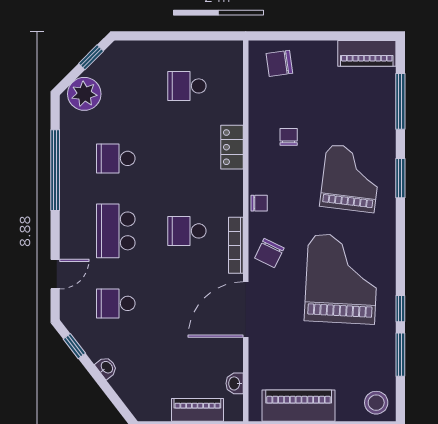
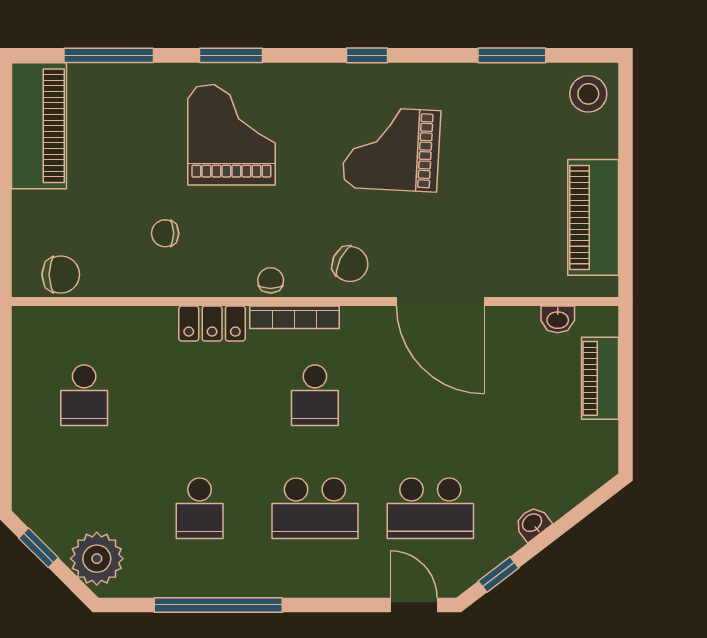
piano: (367, 53) -> (39, 126), width x1.37, depth x1.33
chair: (279, 63) -> (61, 275), moved, turned -82
locker: (232, 147) -> (212, 323), moved
grand piano: (350, 178) -> (231, 135), turned 83
bookcase: (236, 245) -> (294, 317), moved
door: (55, 274) -> (414, 605), moved
grand piano: (342, 279) -> (391, 149), width x0.73, depth x0.68
school desk: (116, 303) -> (430, 508), width x1.85
window: (400, 309) -> (367, 55), moved

